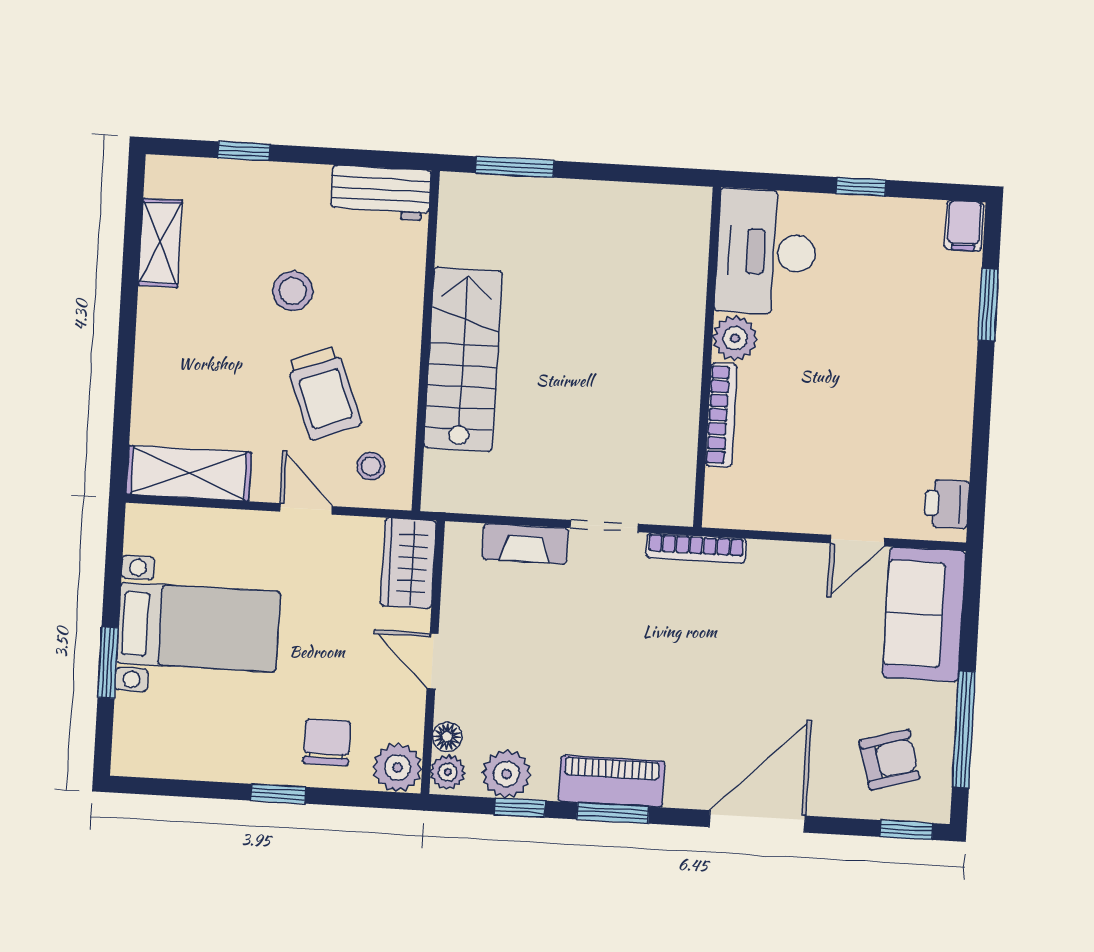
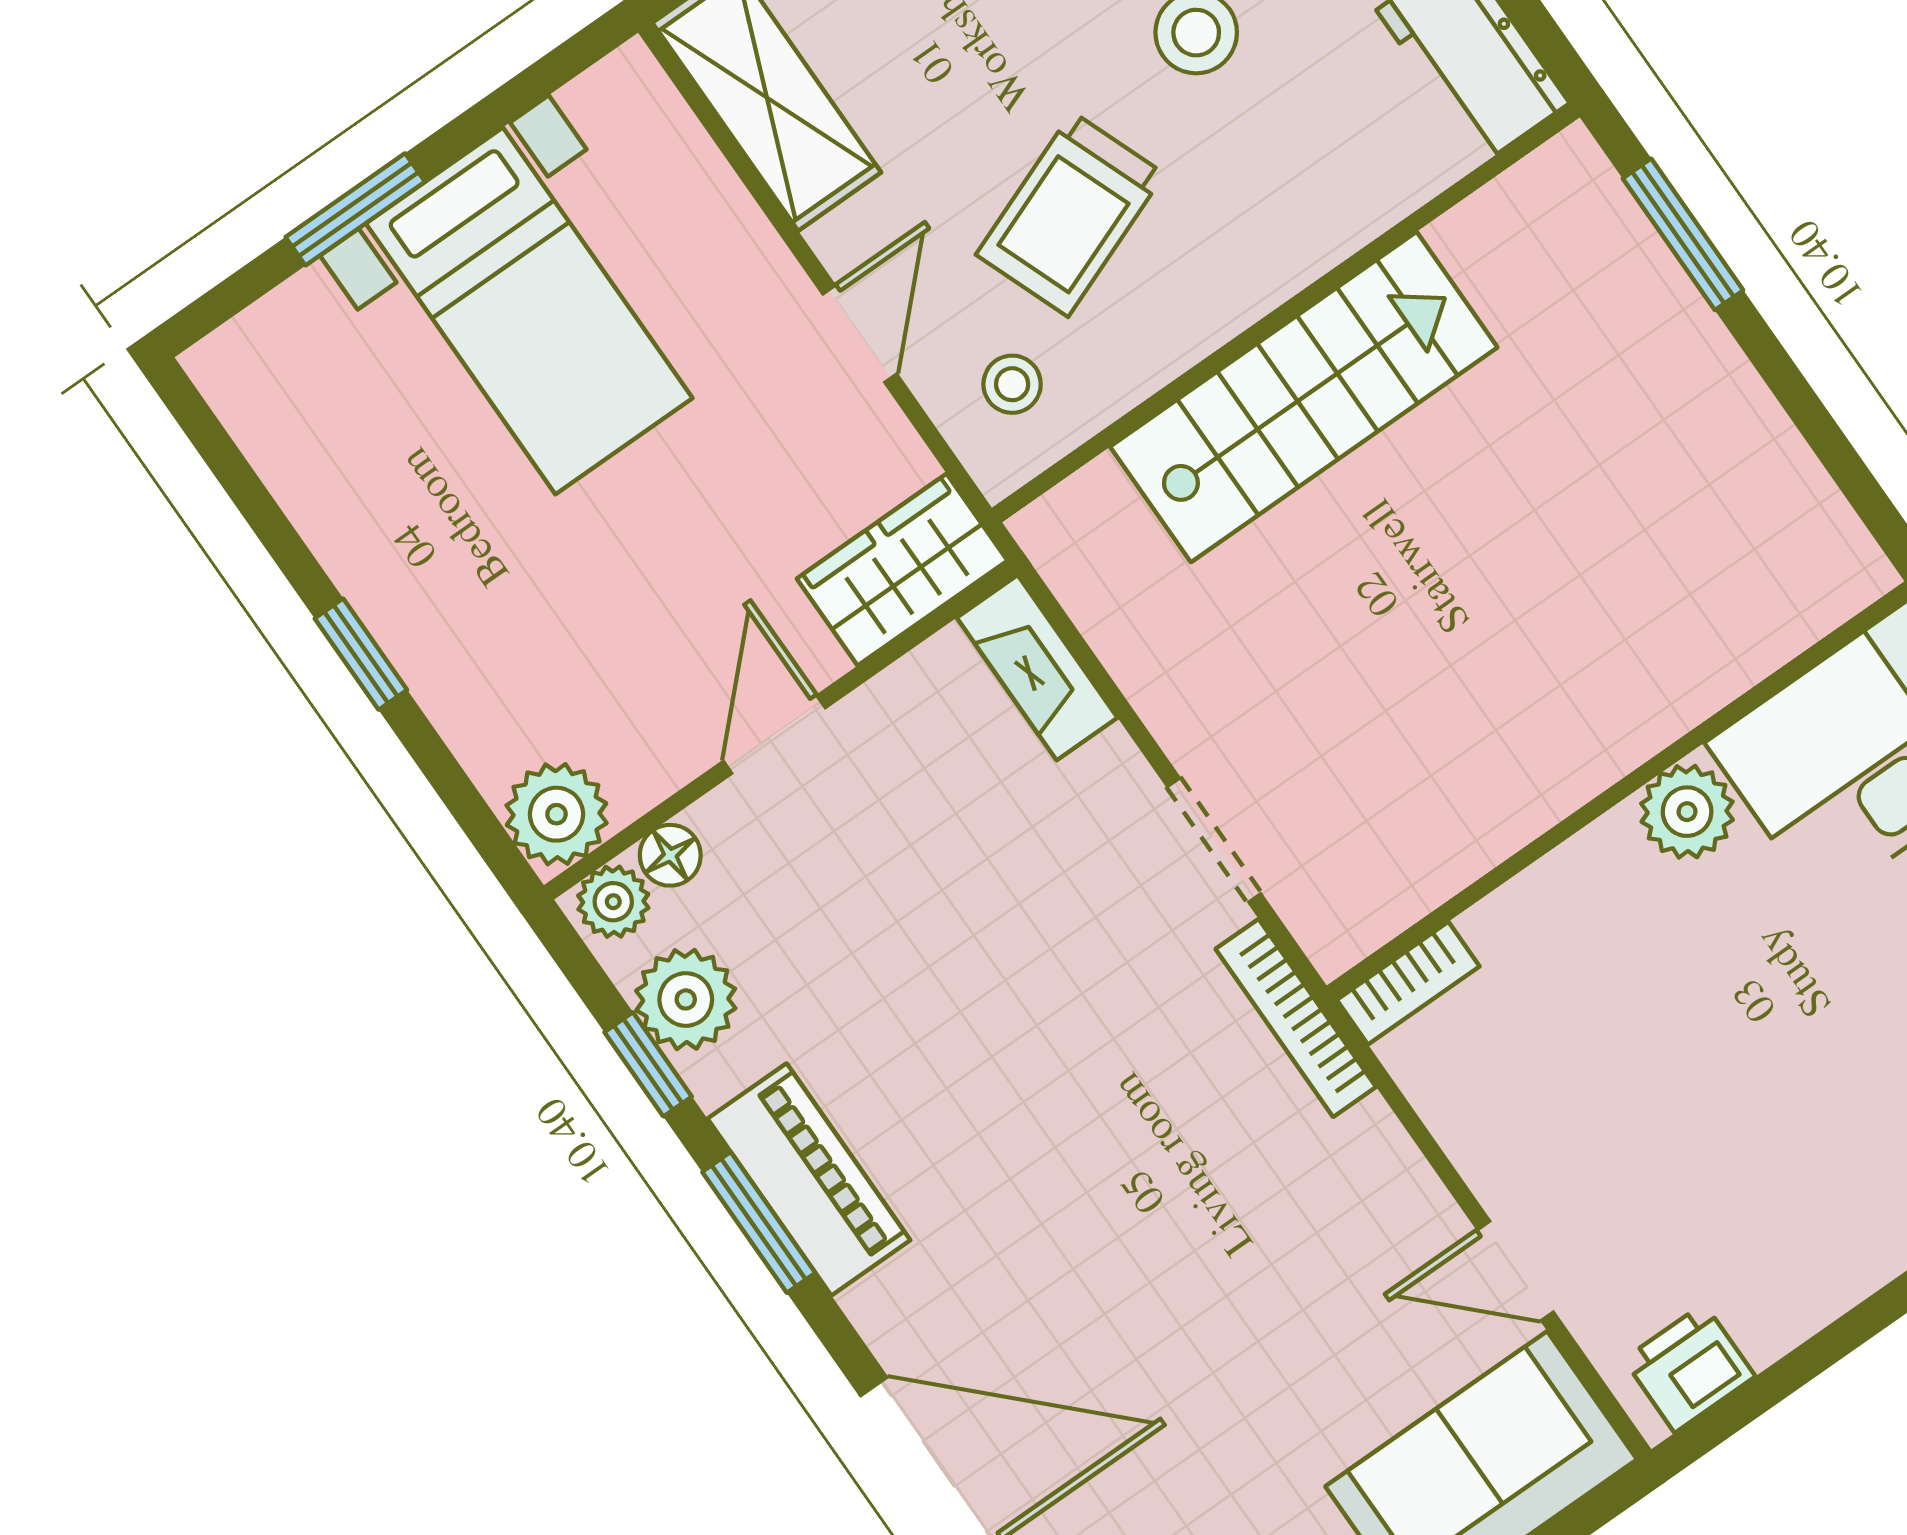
bookcase: (721, 415) -> (1408, 983), moved, width x0.64
fireplace: (525, 544) -> (1037, 668), moved
chair: (327, 742) -> (507, 667), removed

